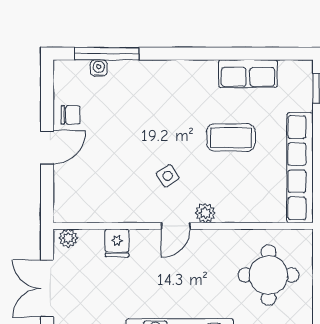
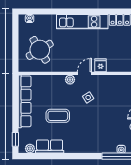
plant: (289, 69) -> (30, 149), added
fridge: (117, 243) -> (101, 65), moved
round table: (269, 275) -> (40, 50), turned -31

